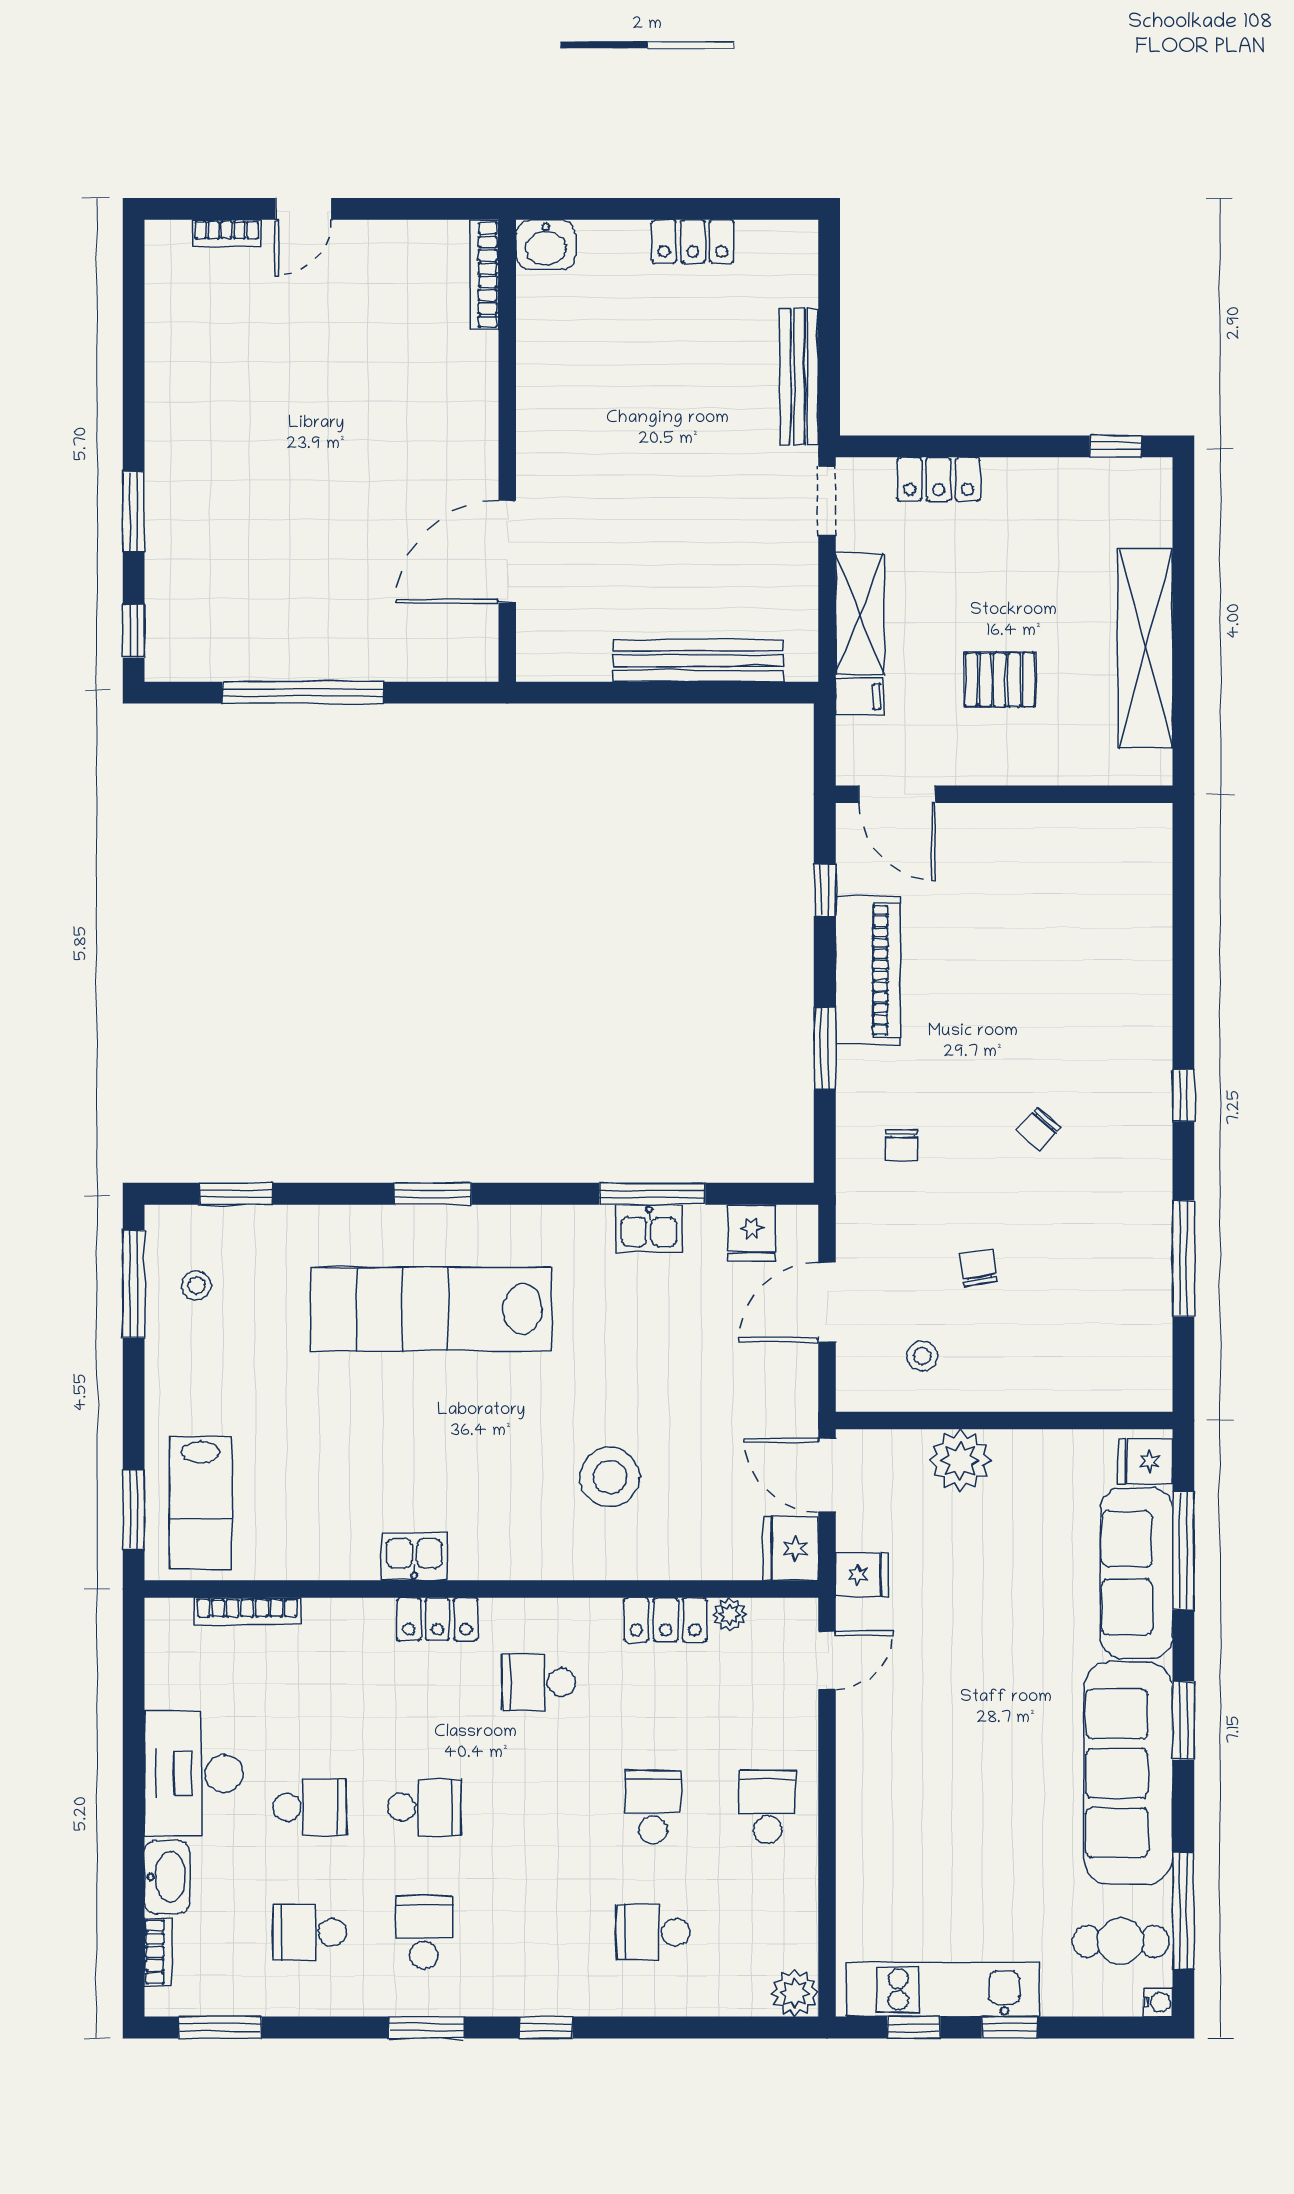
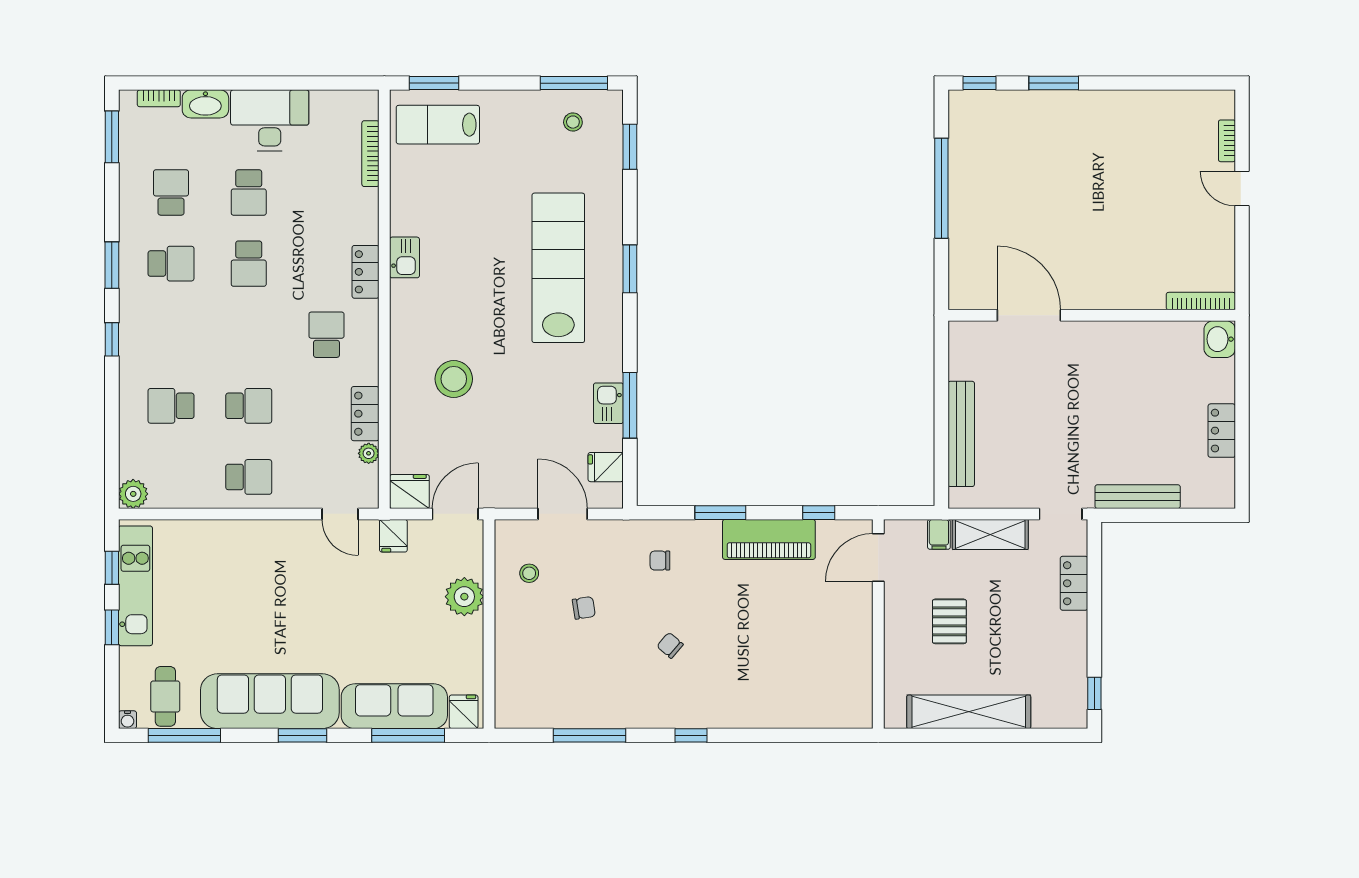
school desk: (653, 1932) -> (171, 406), turned -90

